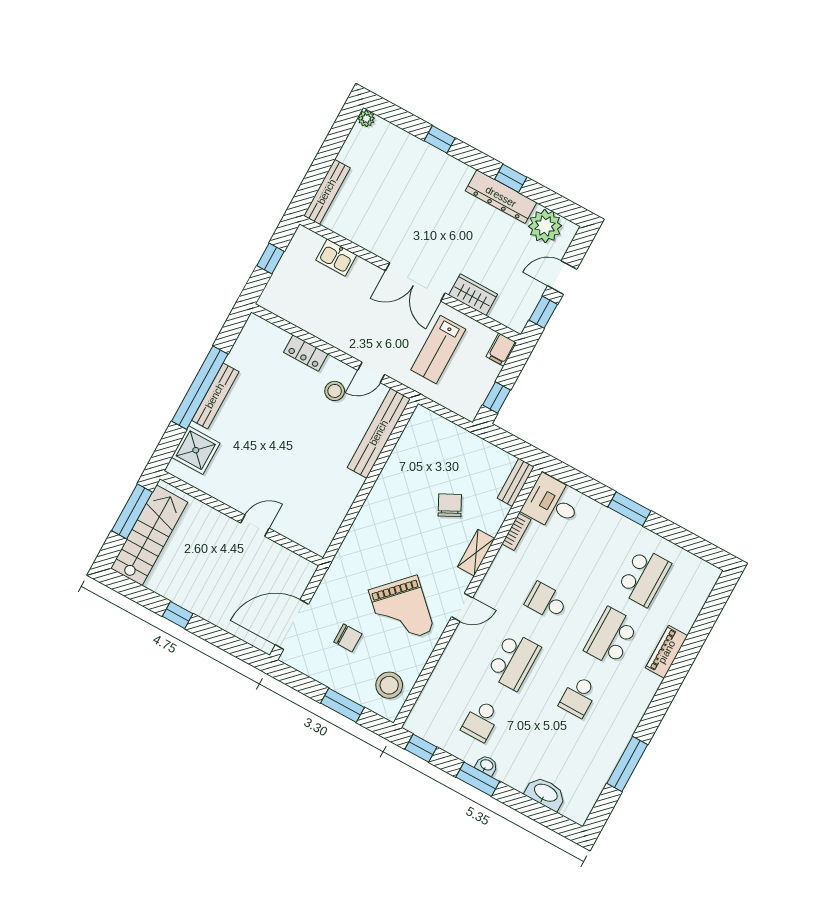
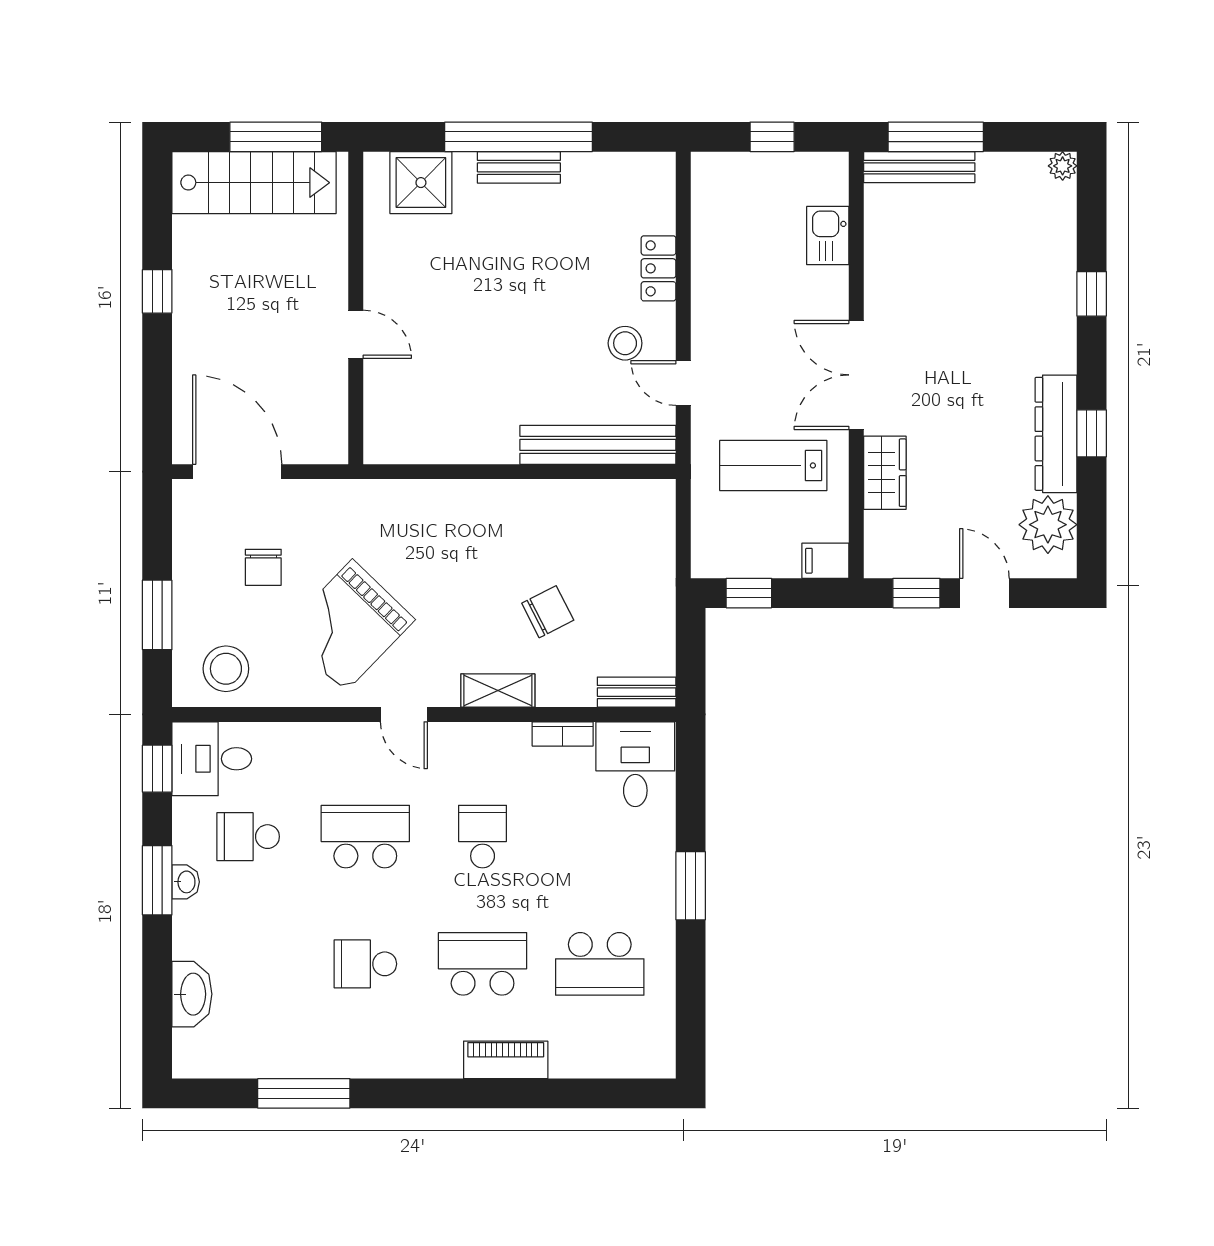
window: (316, 175) -> (936, 137), added
bench: (215, 396) -> (519, 167), width x0.73
school desk: (514, 661) -> (365, 837), turned 180
desk: (431, 718) -> (212, 759), added

